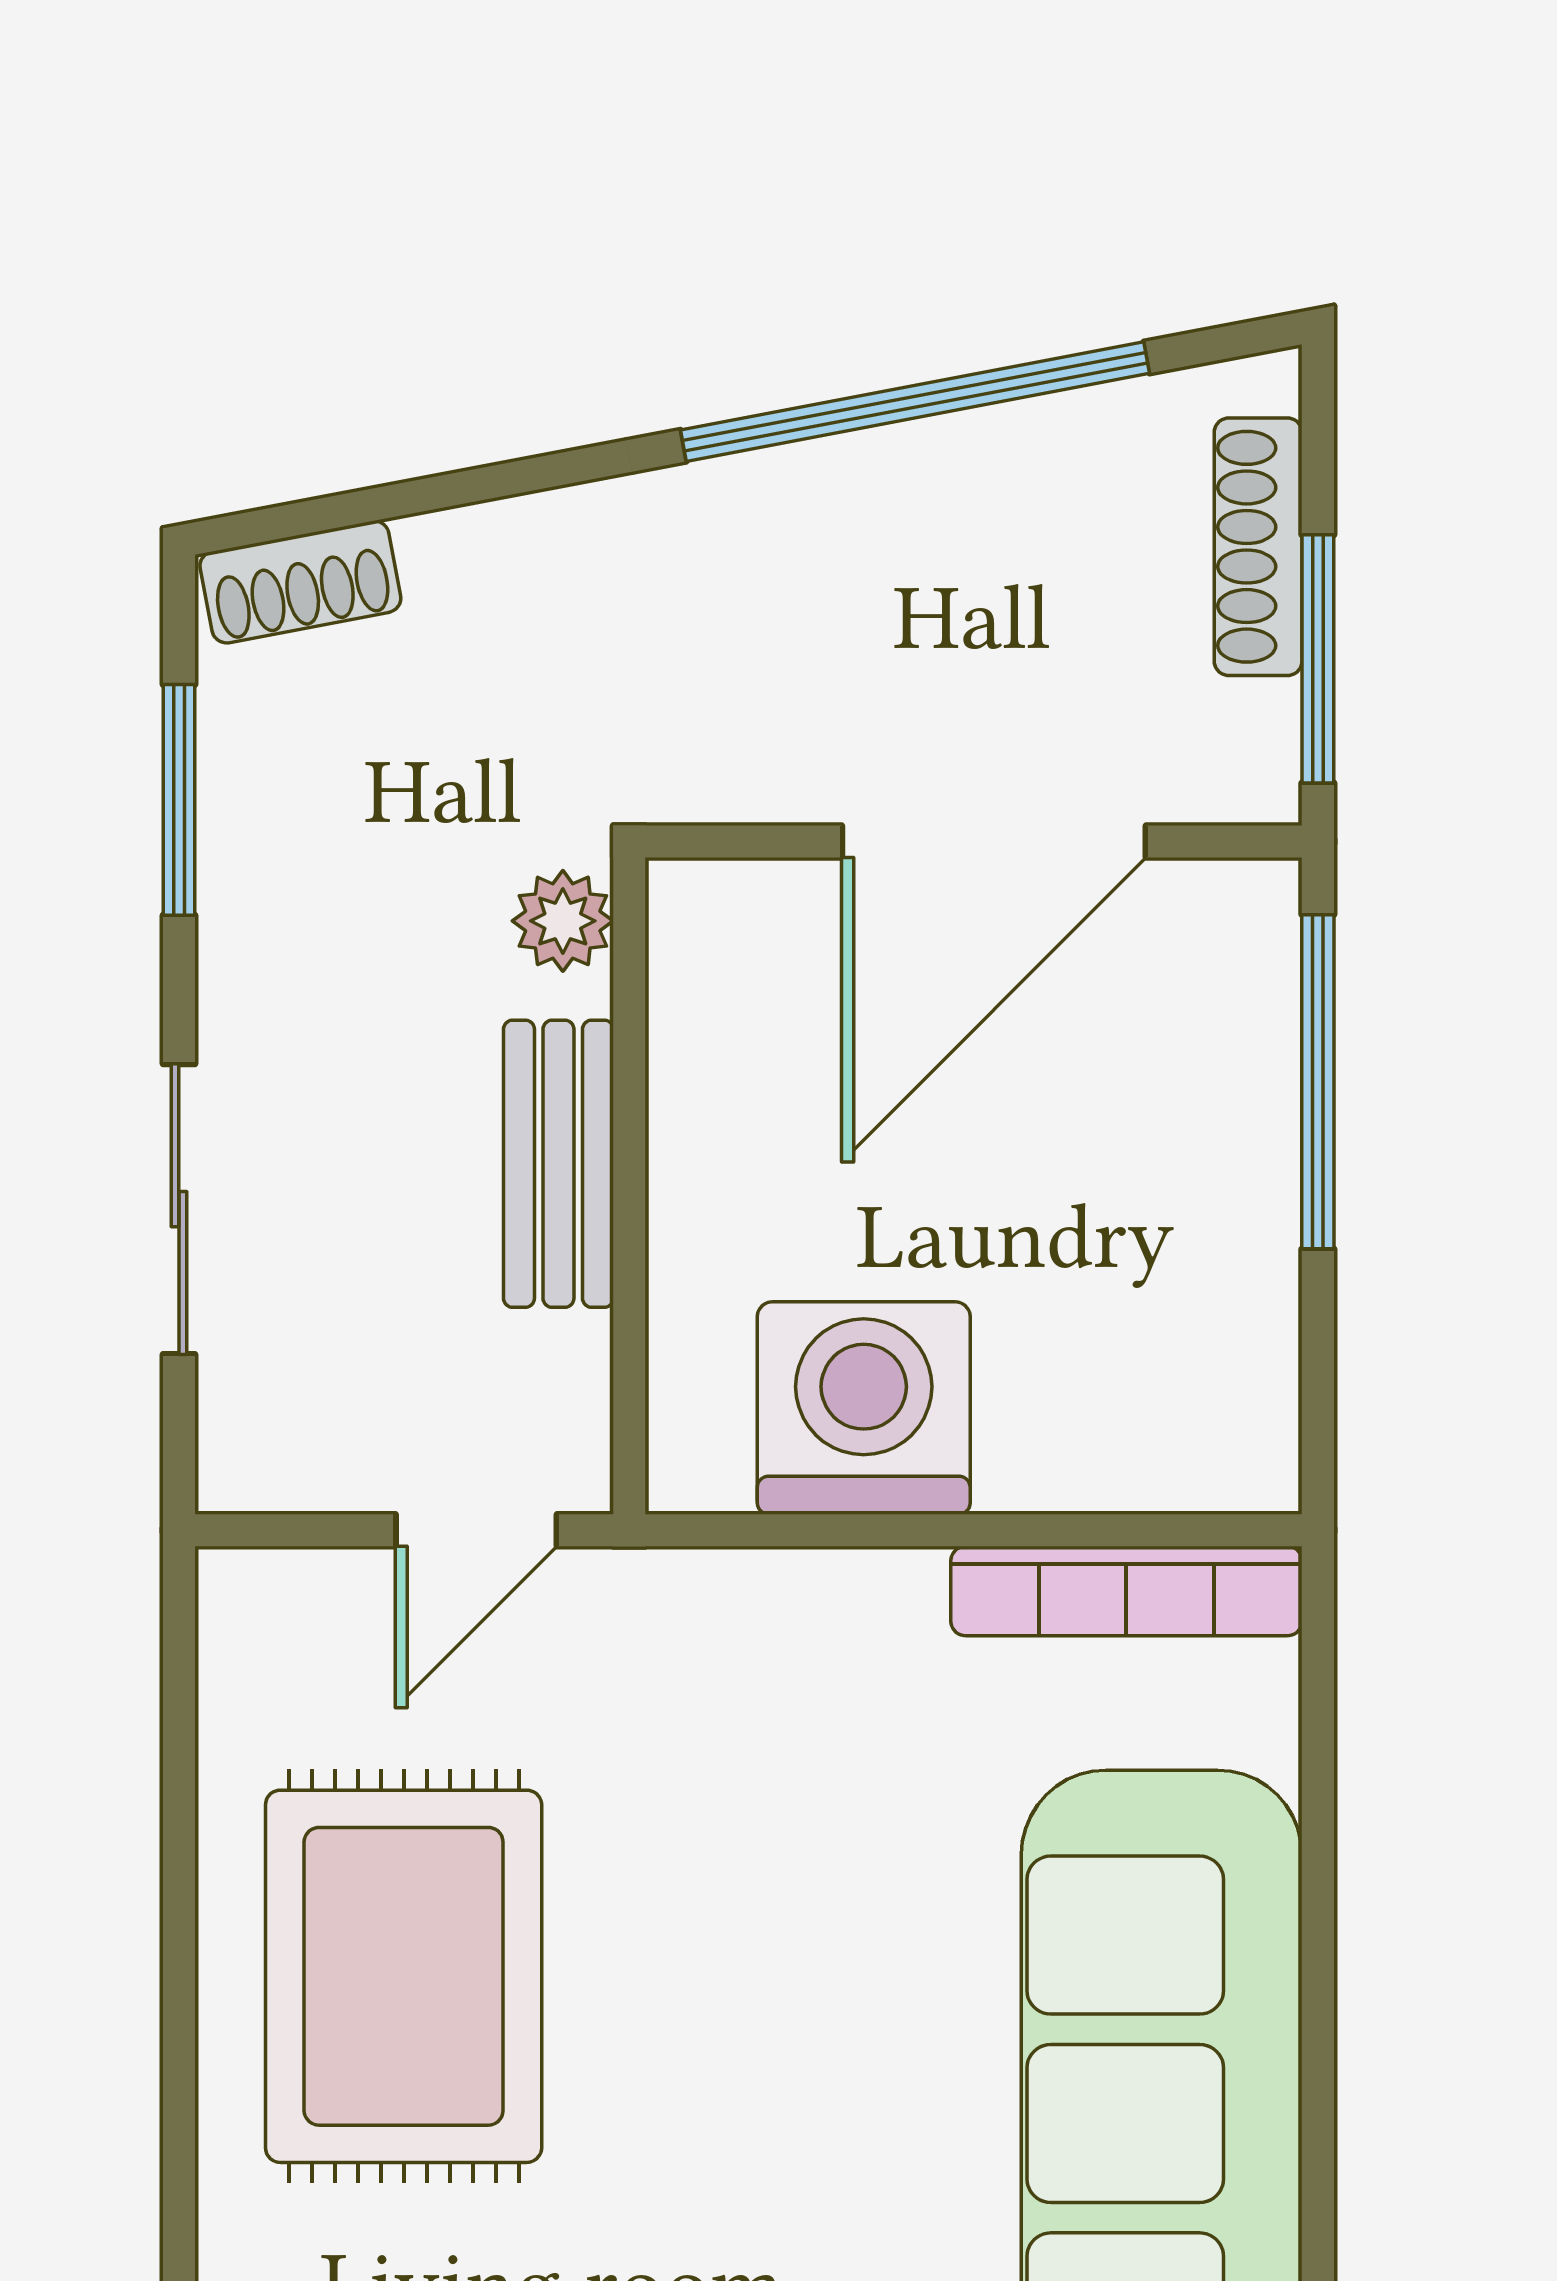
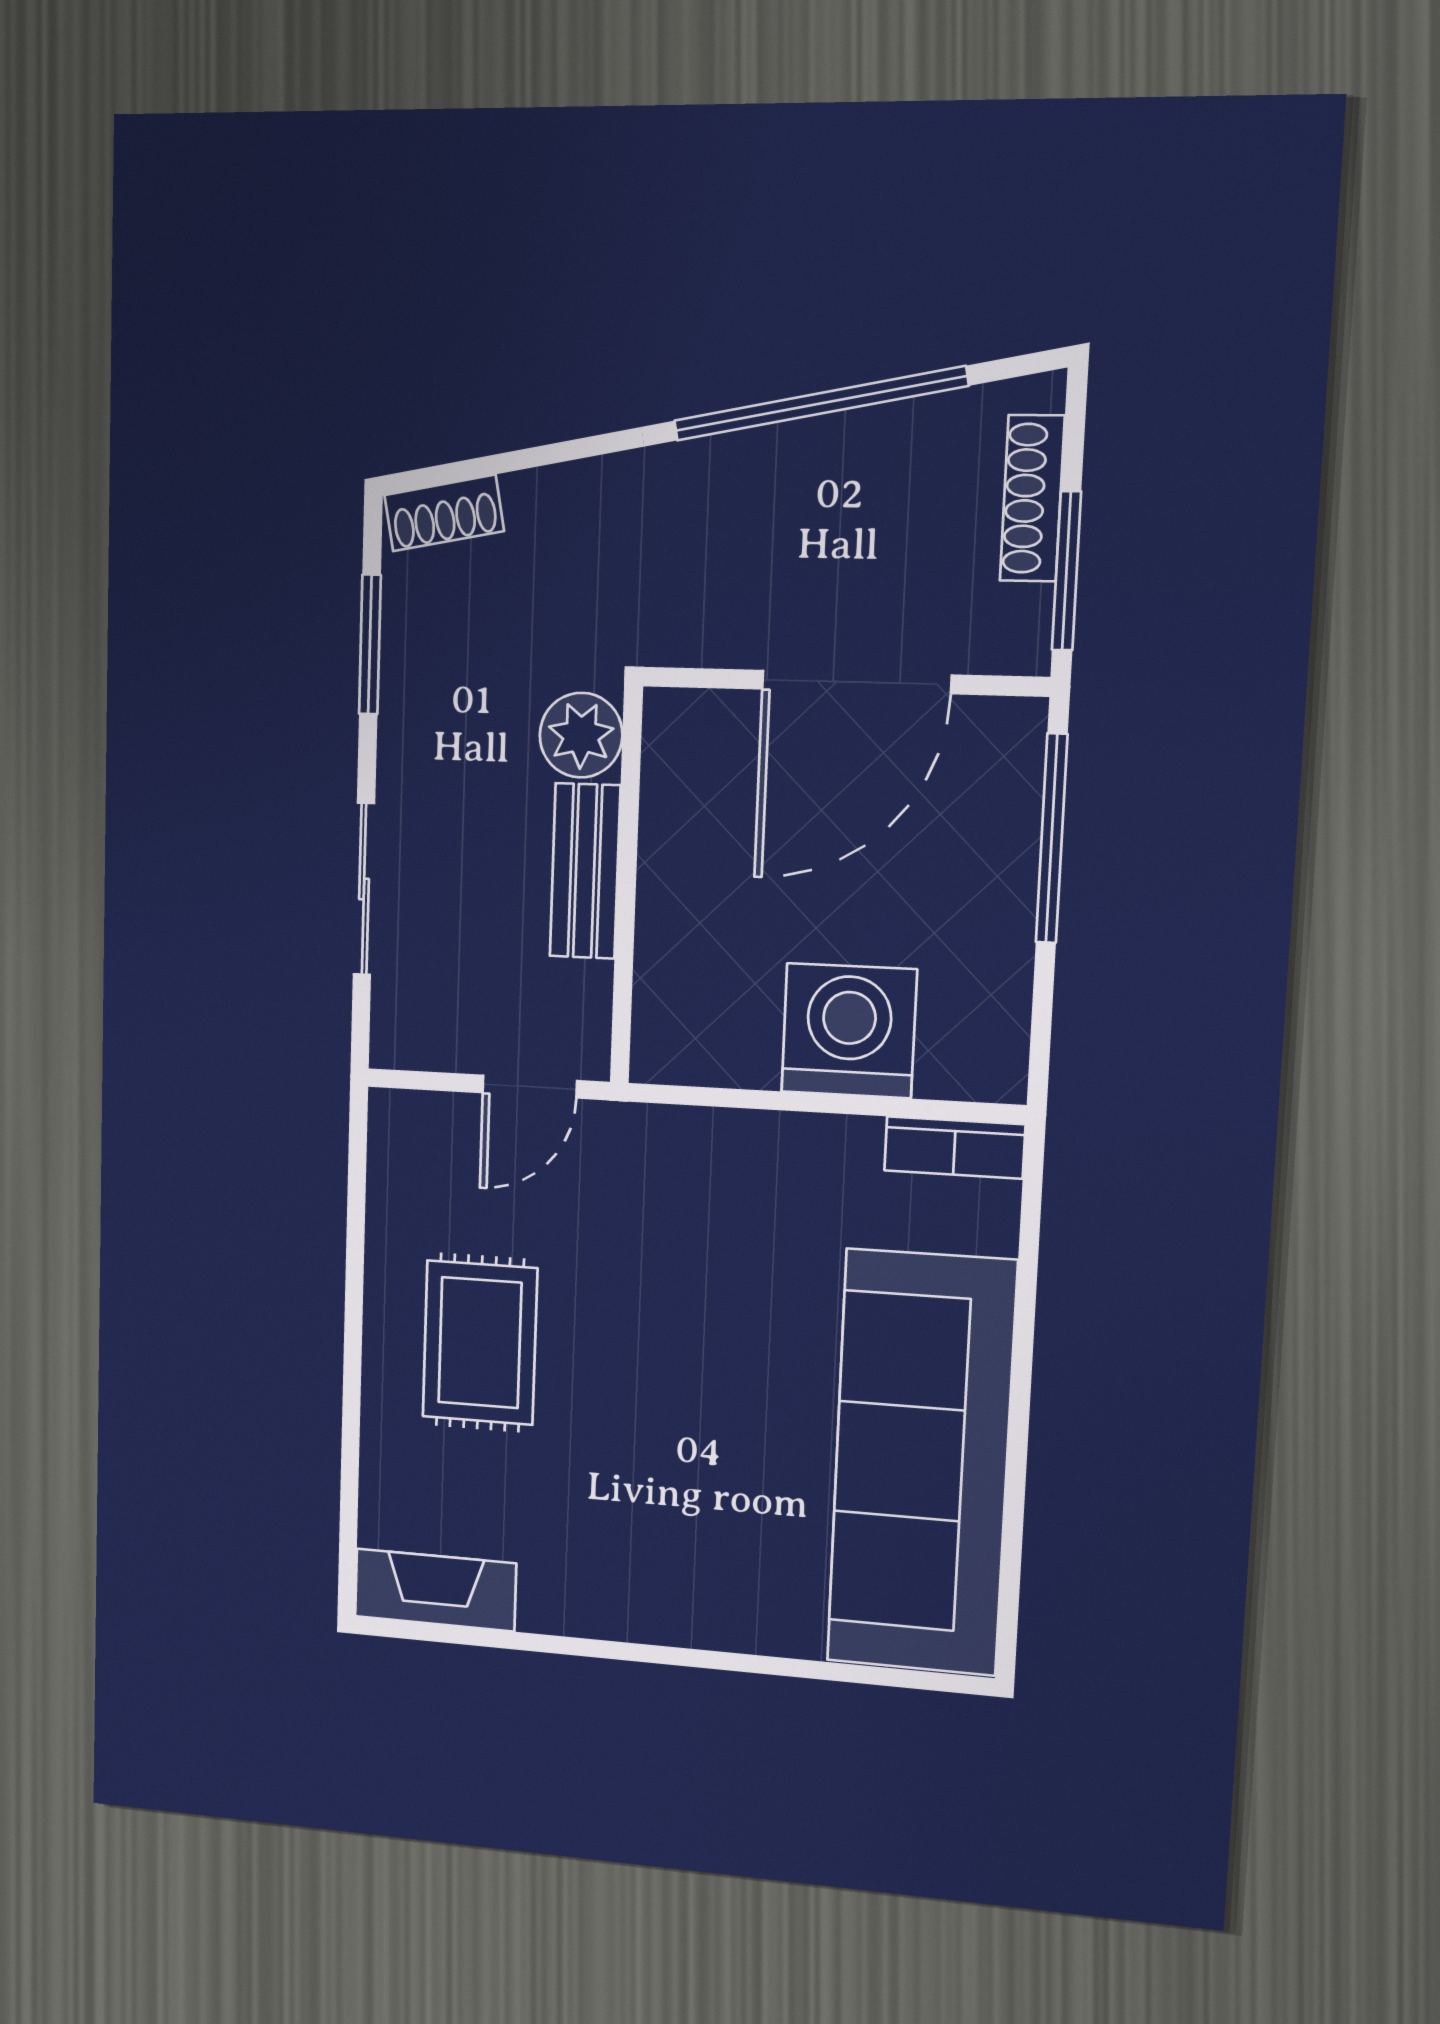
plant: (563, 921) -> (581, 735), width x1.38, depth x1.38
washing machine: (864, 1408) -> (849, 1031), moved
bookcase: (1126, 1591) -> (955, 1147), width x0.64
rug: (404, 1976) -> (480, 1343), width x0.73, depth x0.70

